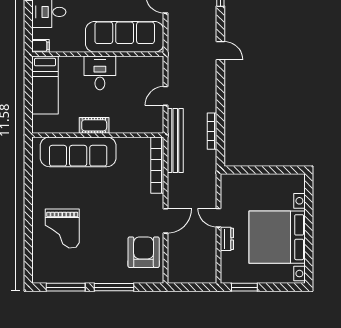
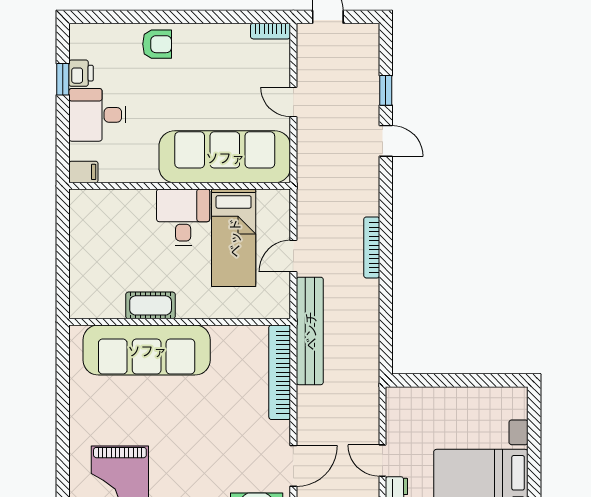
door: (220, 51) -> (386, 141), moved
bed: (45, 85) -> (234, 238), moved
cot: (94, 125) -> (151, 305), moved
bookcase: (212, 131) -> (372, 247), moved

